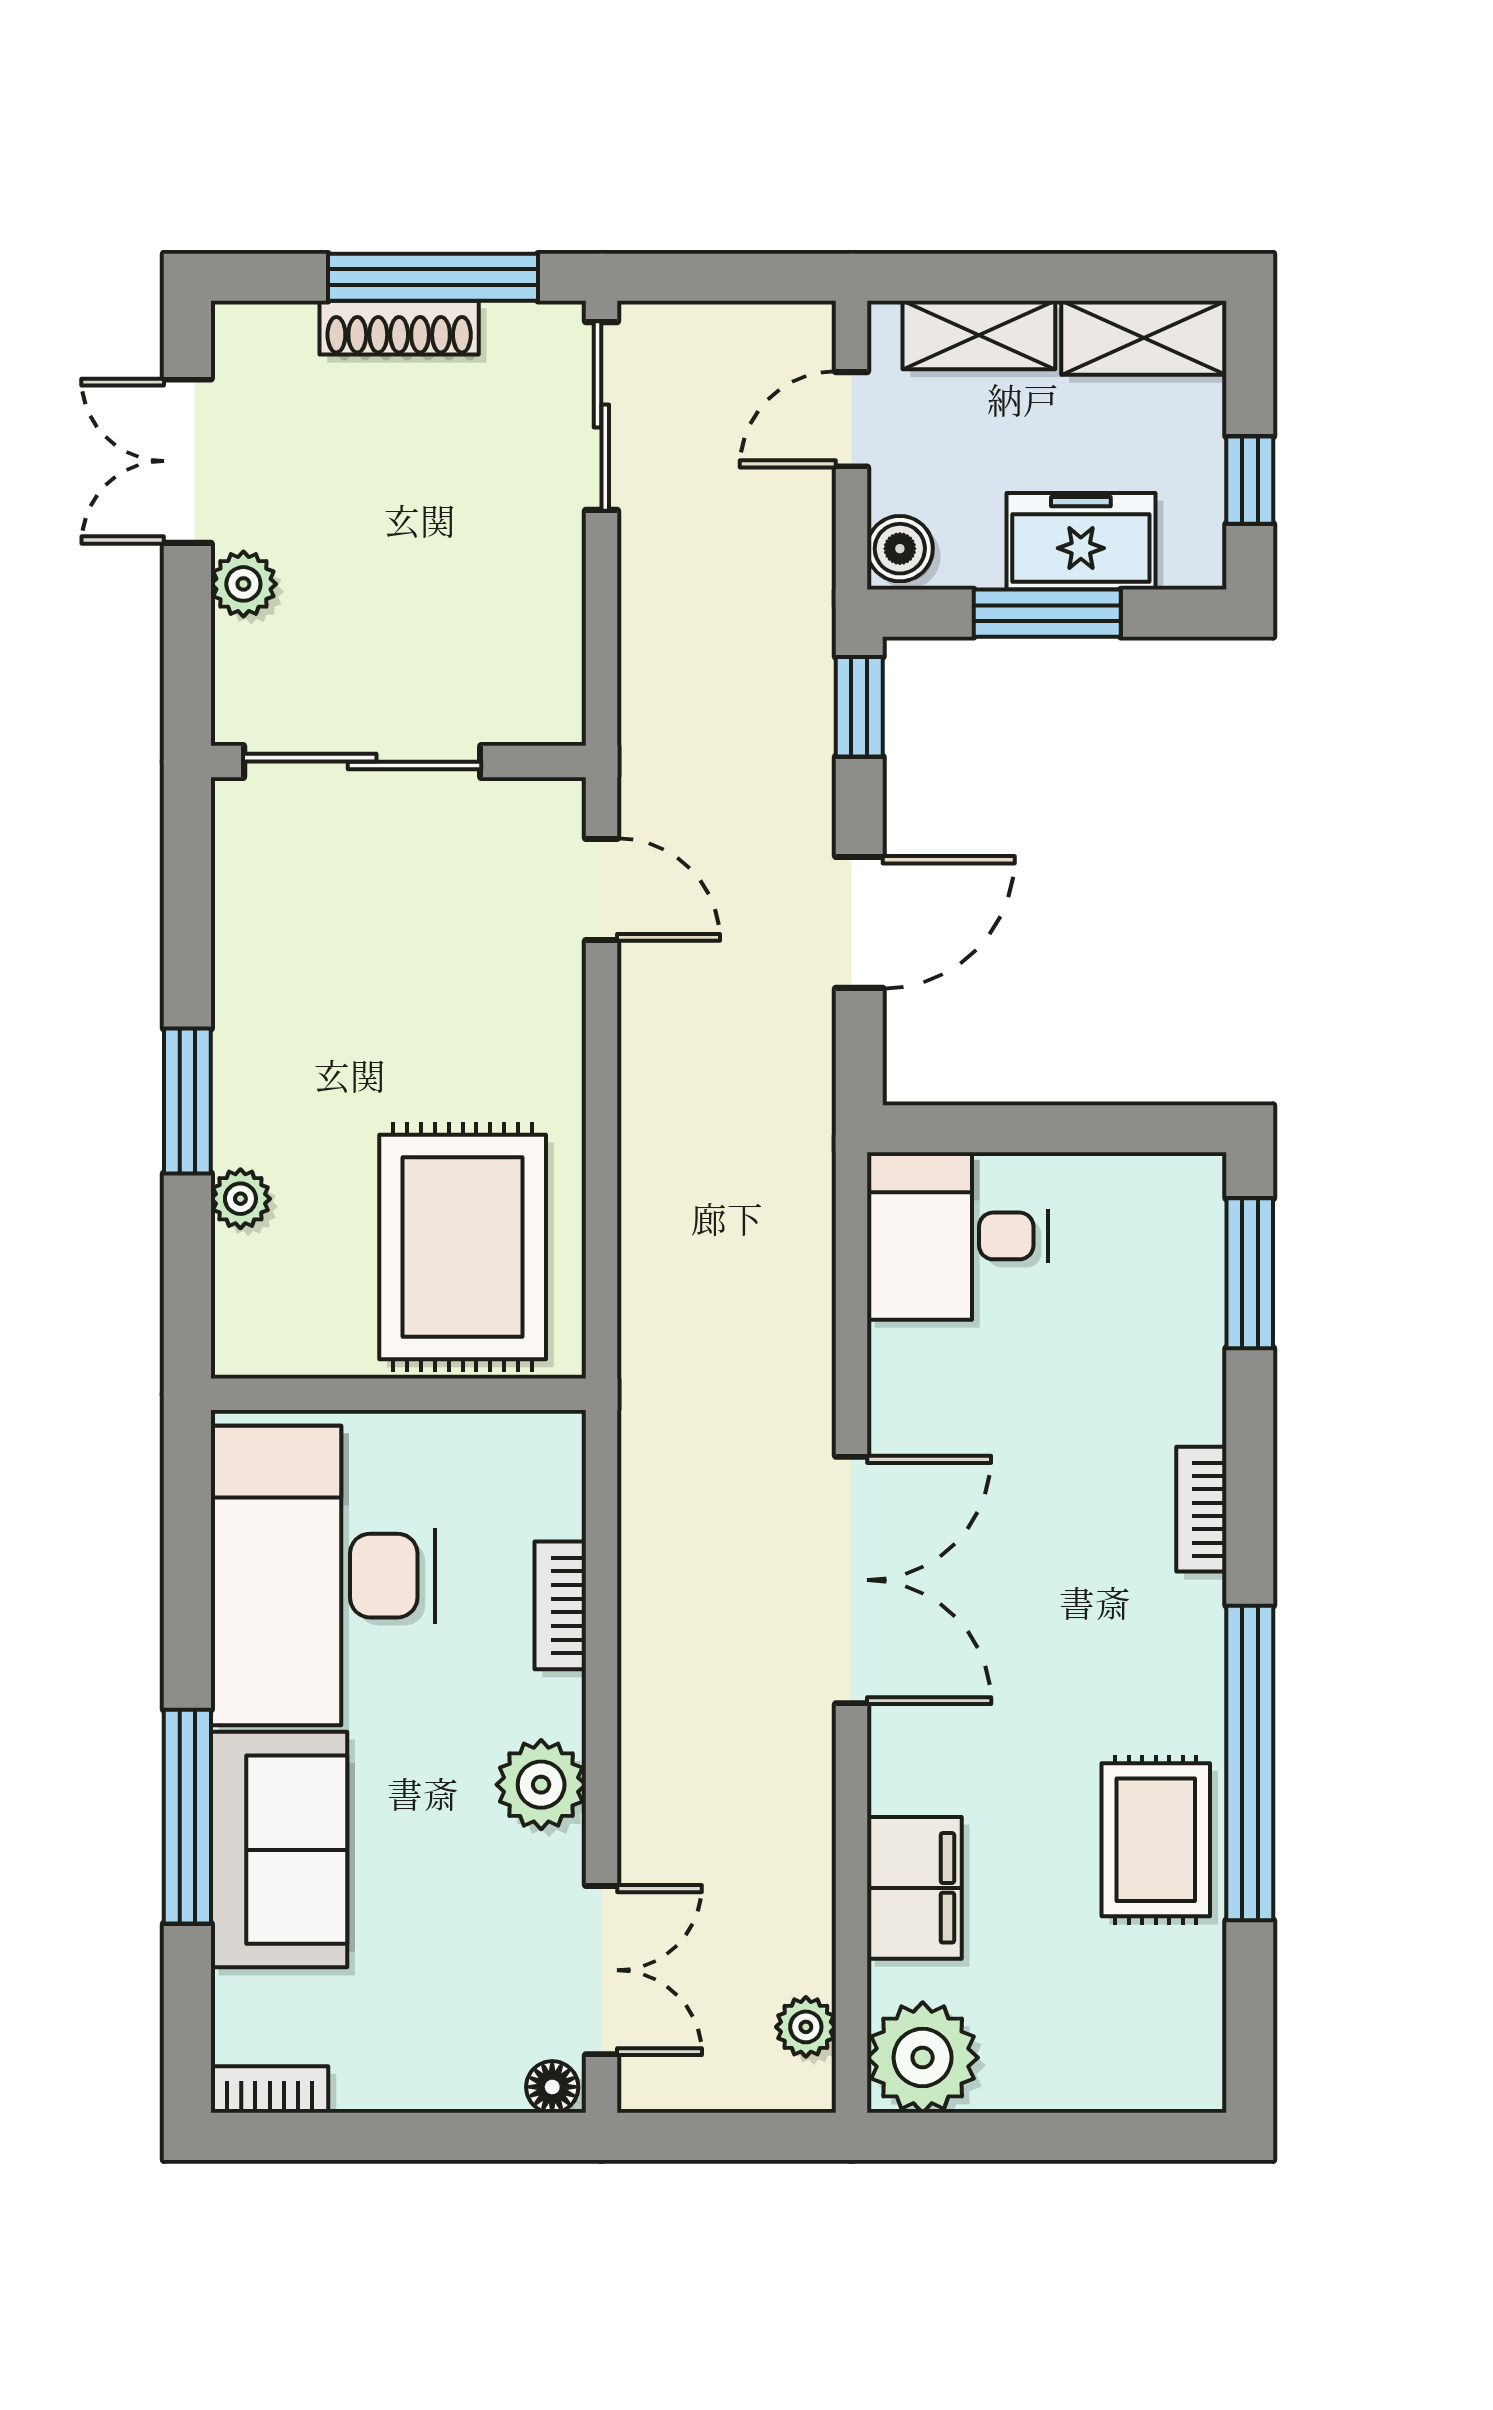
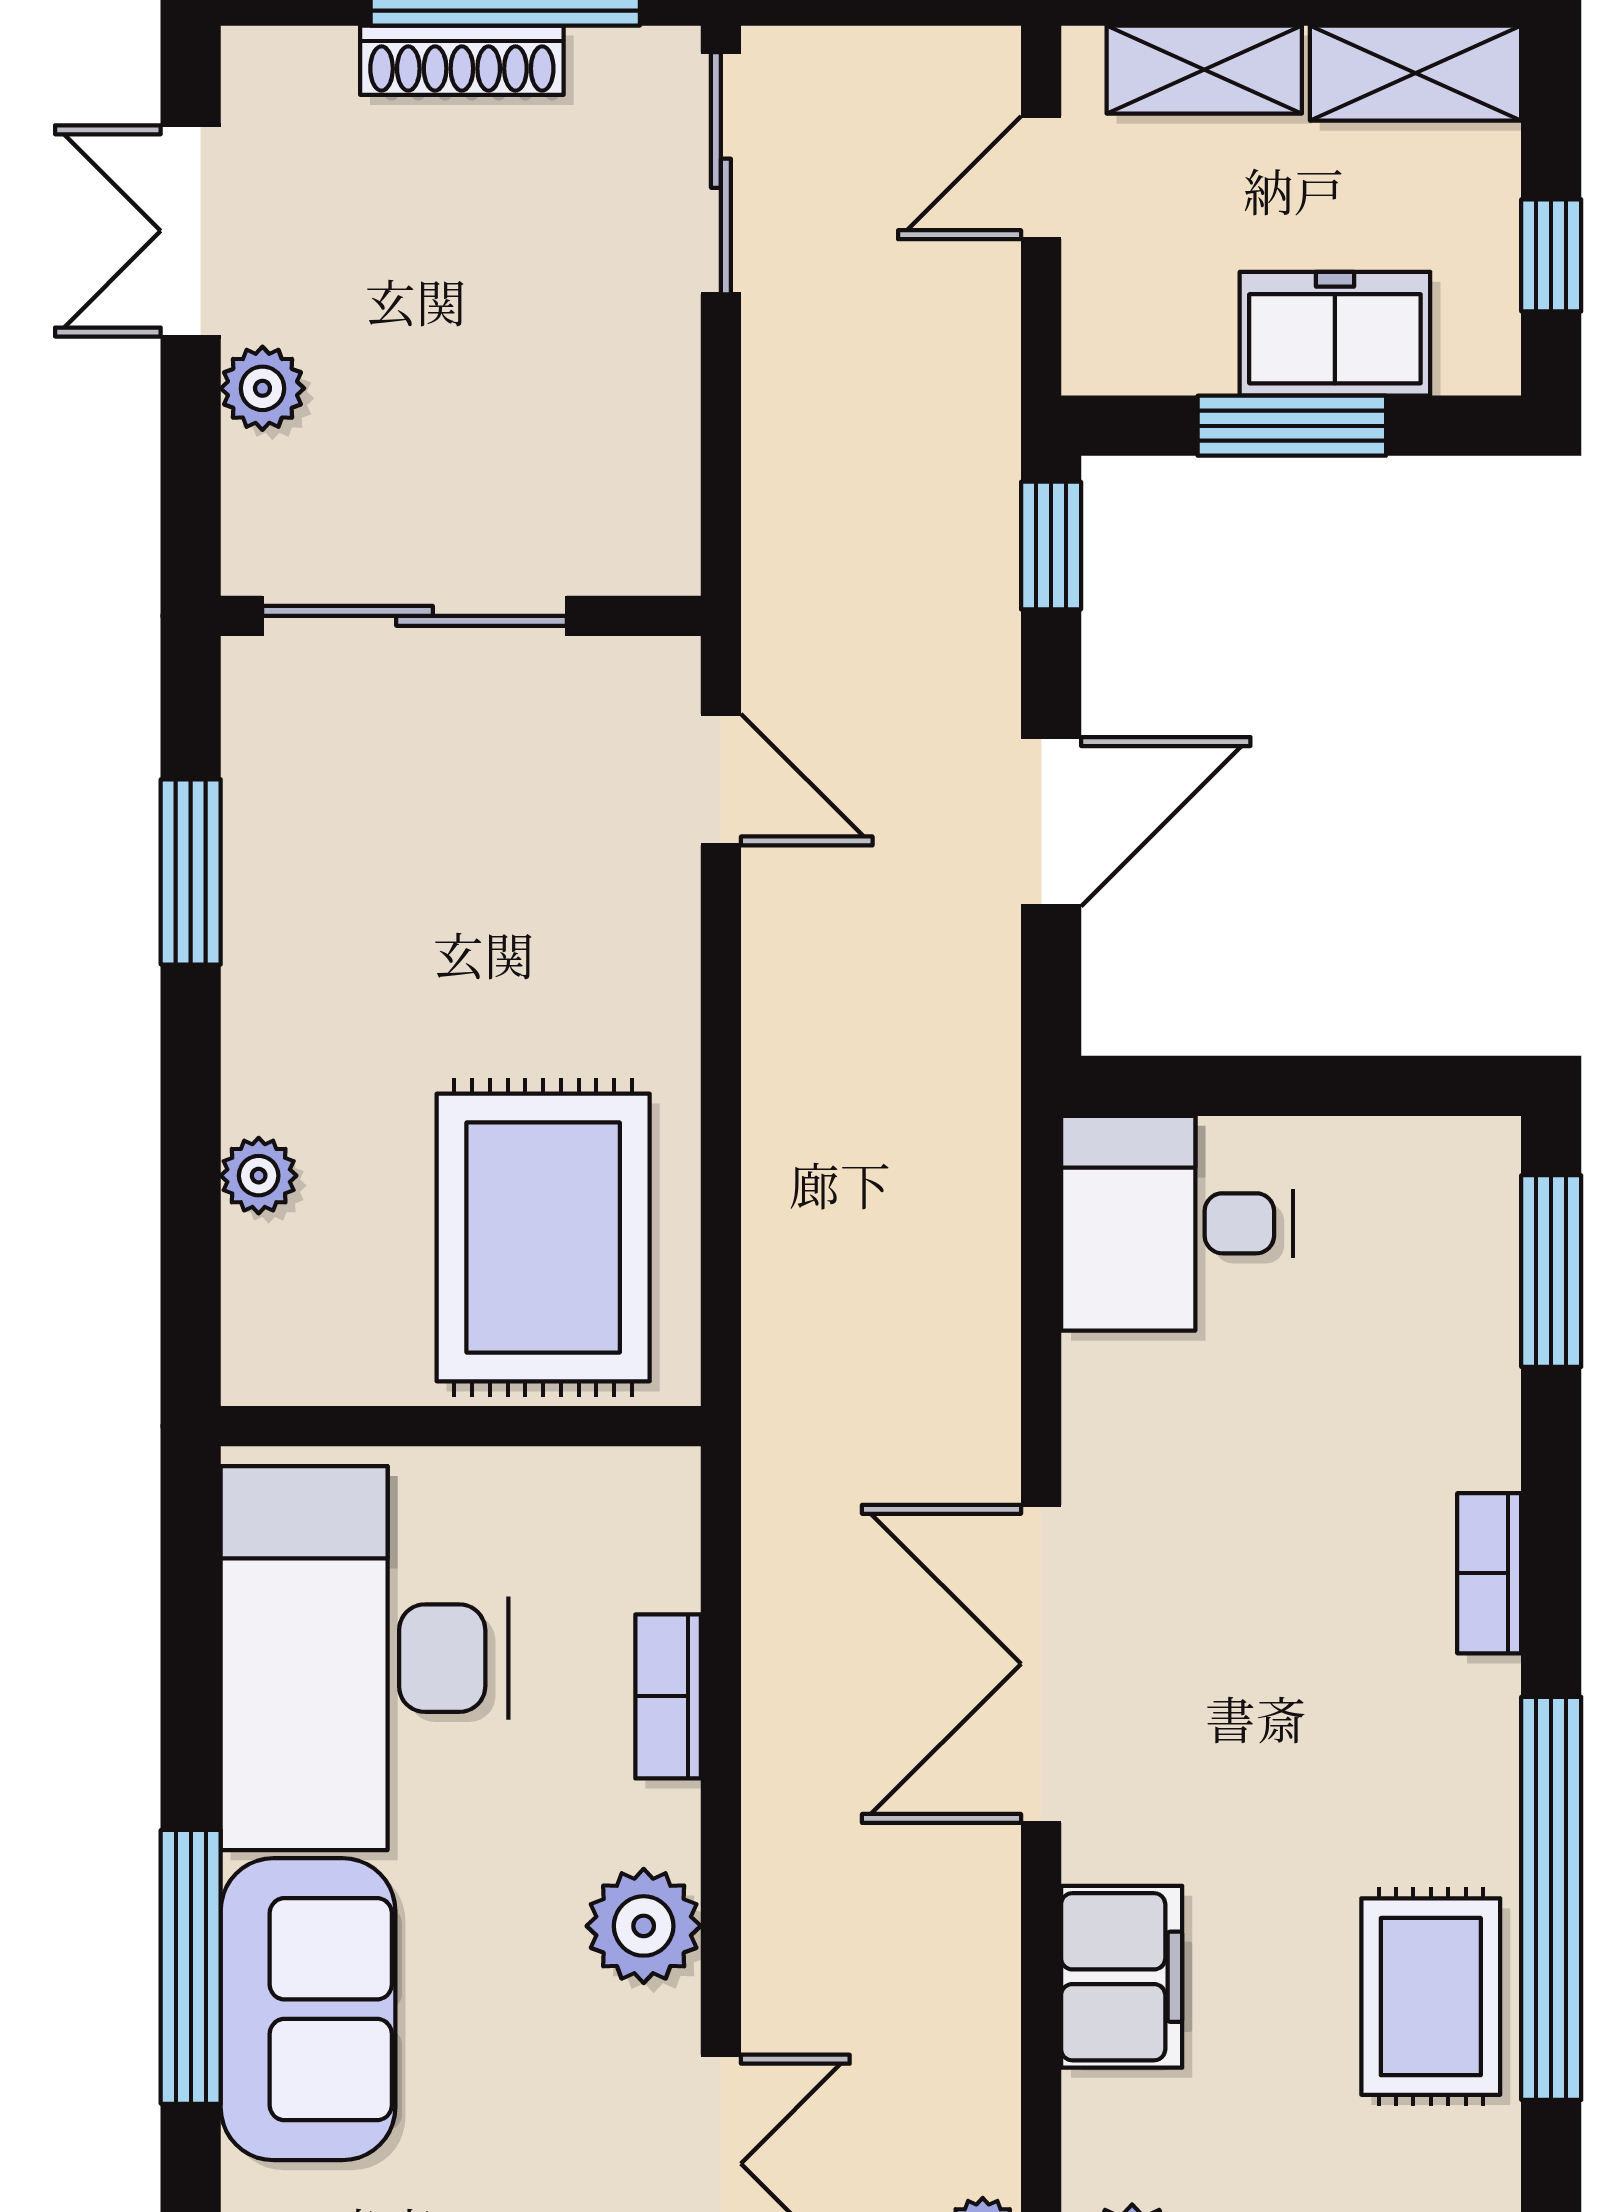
boiler: (900, 549) -> (1103, 343), removed
window: (187, 1101) -> (191, 872), moved
double door: (851, 1580) -> (1041, 1664), swing flipped
filing cabinet: (914, 1888) -> (1122, 1977), moved

